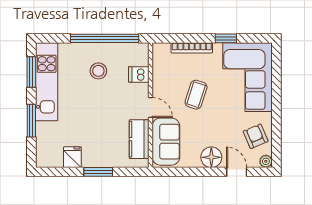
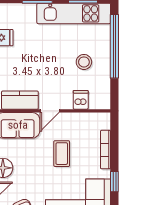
window: (105, 38) -> (114, 46), moved
coffee table: (196, 95) -> (62, 154), turned 72

